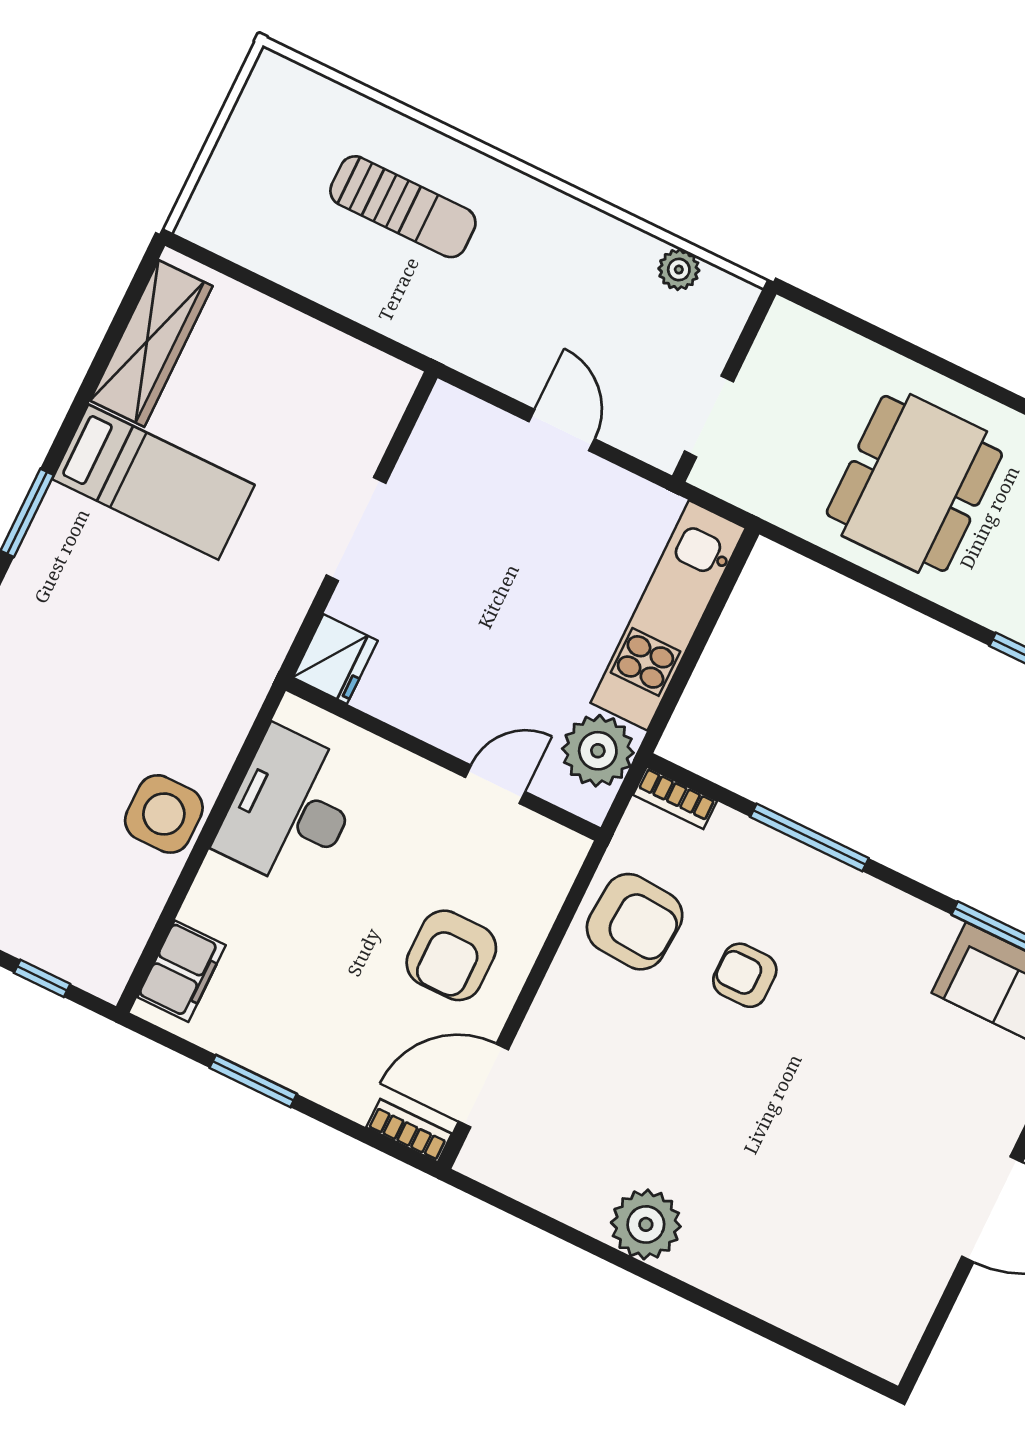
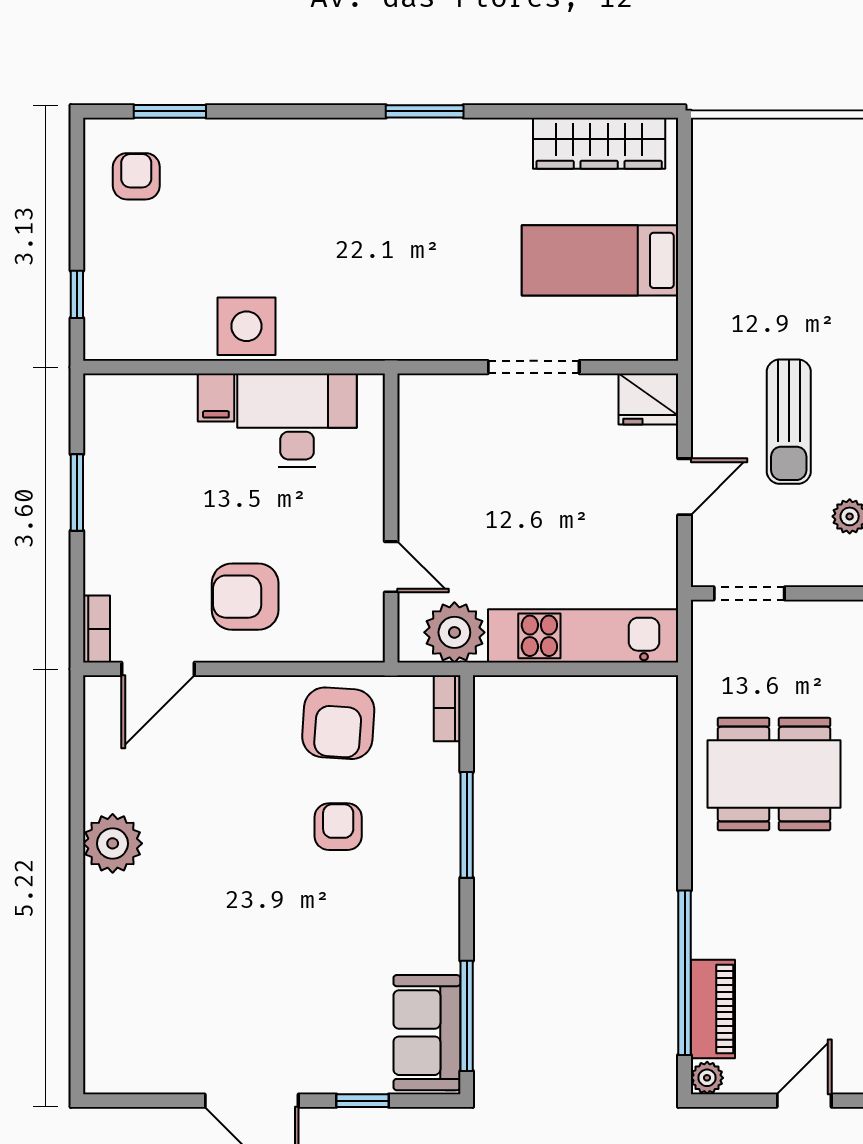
sun lounger: (403, 207) -> (789, 422), moved
bed: (153, 482) -> (600, 260), moved, turned 90
fridge: (335, 659) -> (648, 399), moved
filing cabinet: (181, 971) -> (216, 398), moved, width x0.50
door: (483, 1086) -> (158, 669), swing flipped

